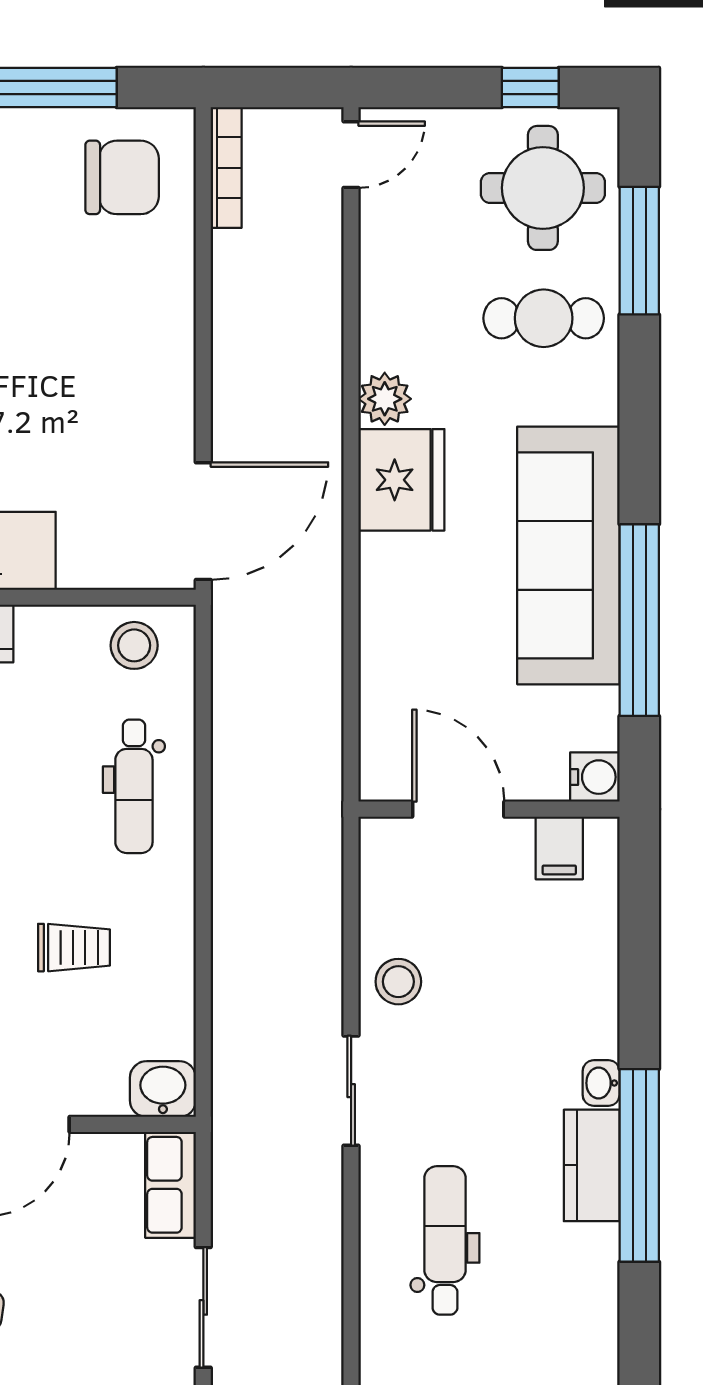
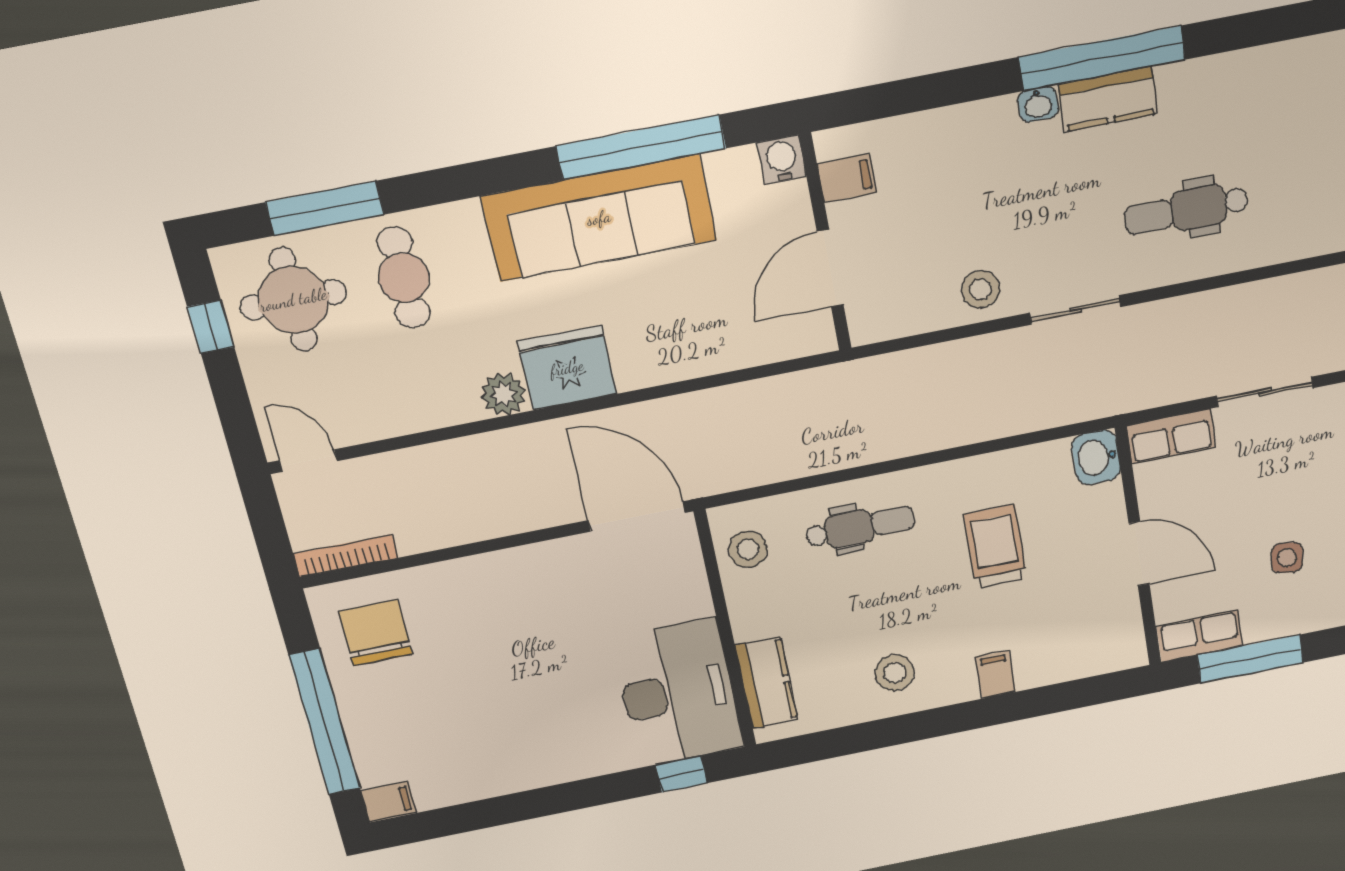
trolley: (74, 948) -> (995, 547), width x1.36, depth x1.39

